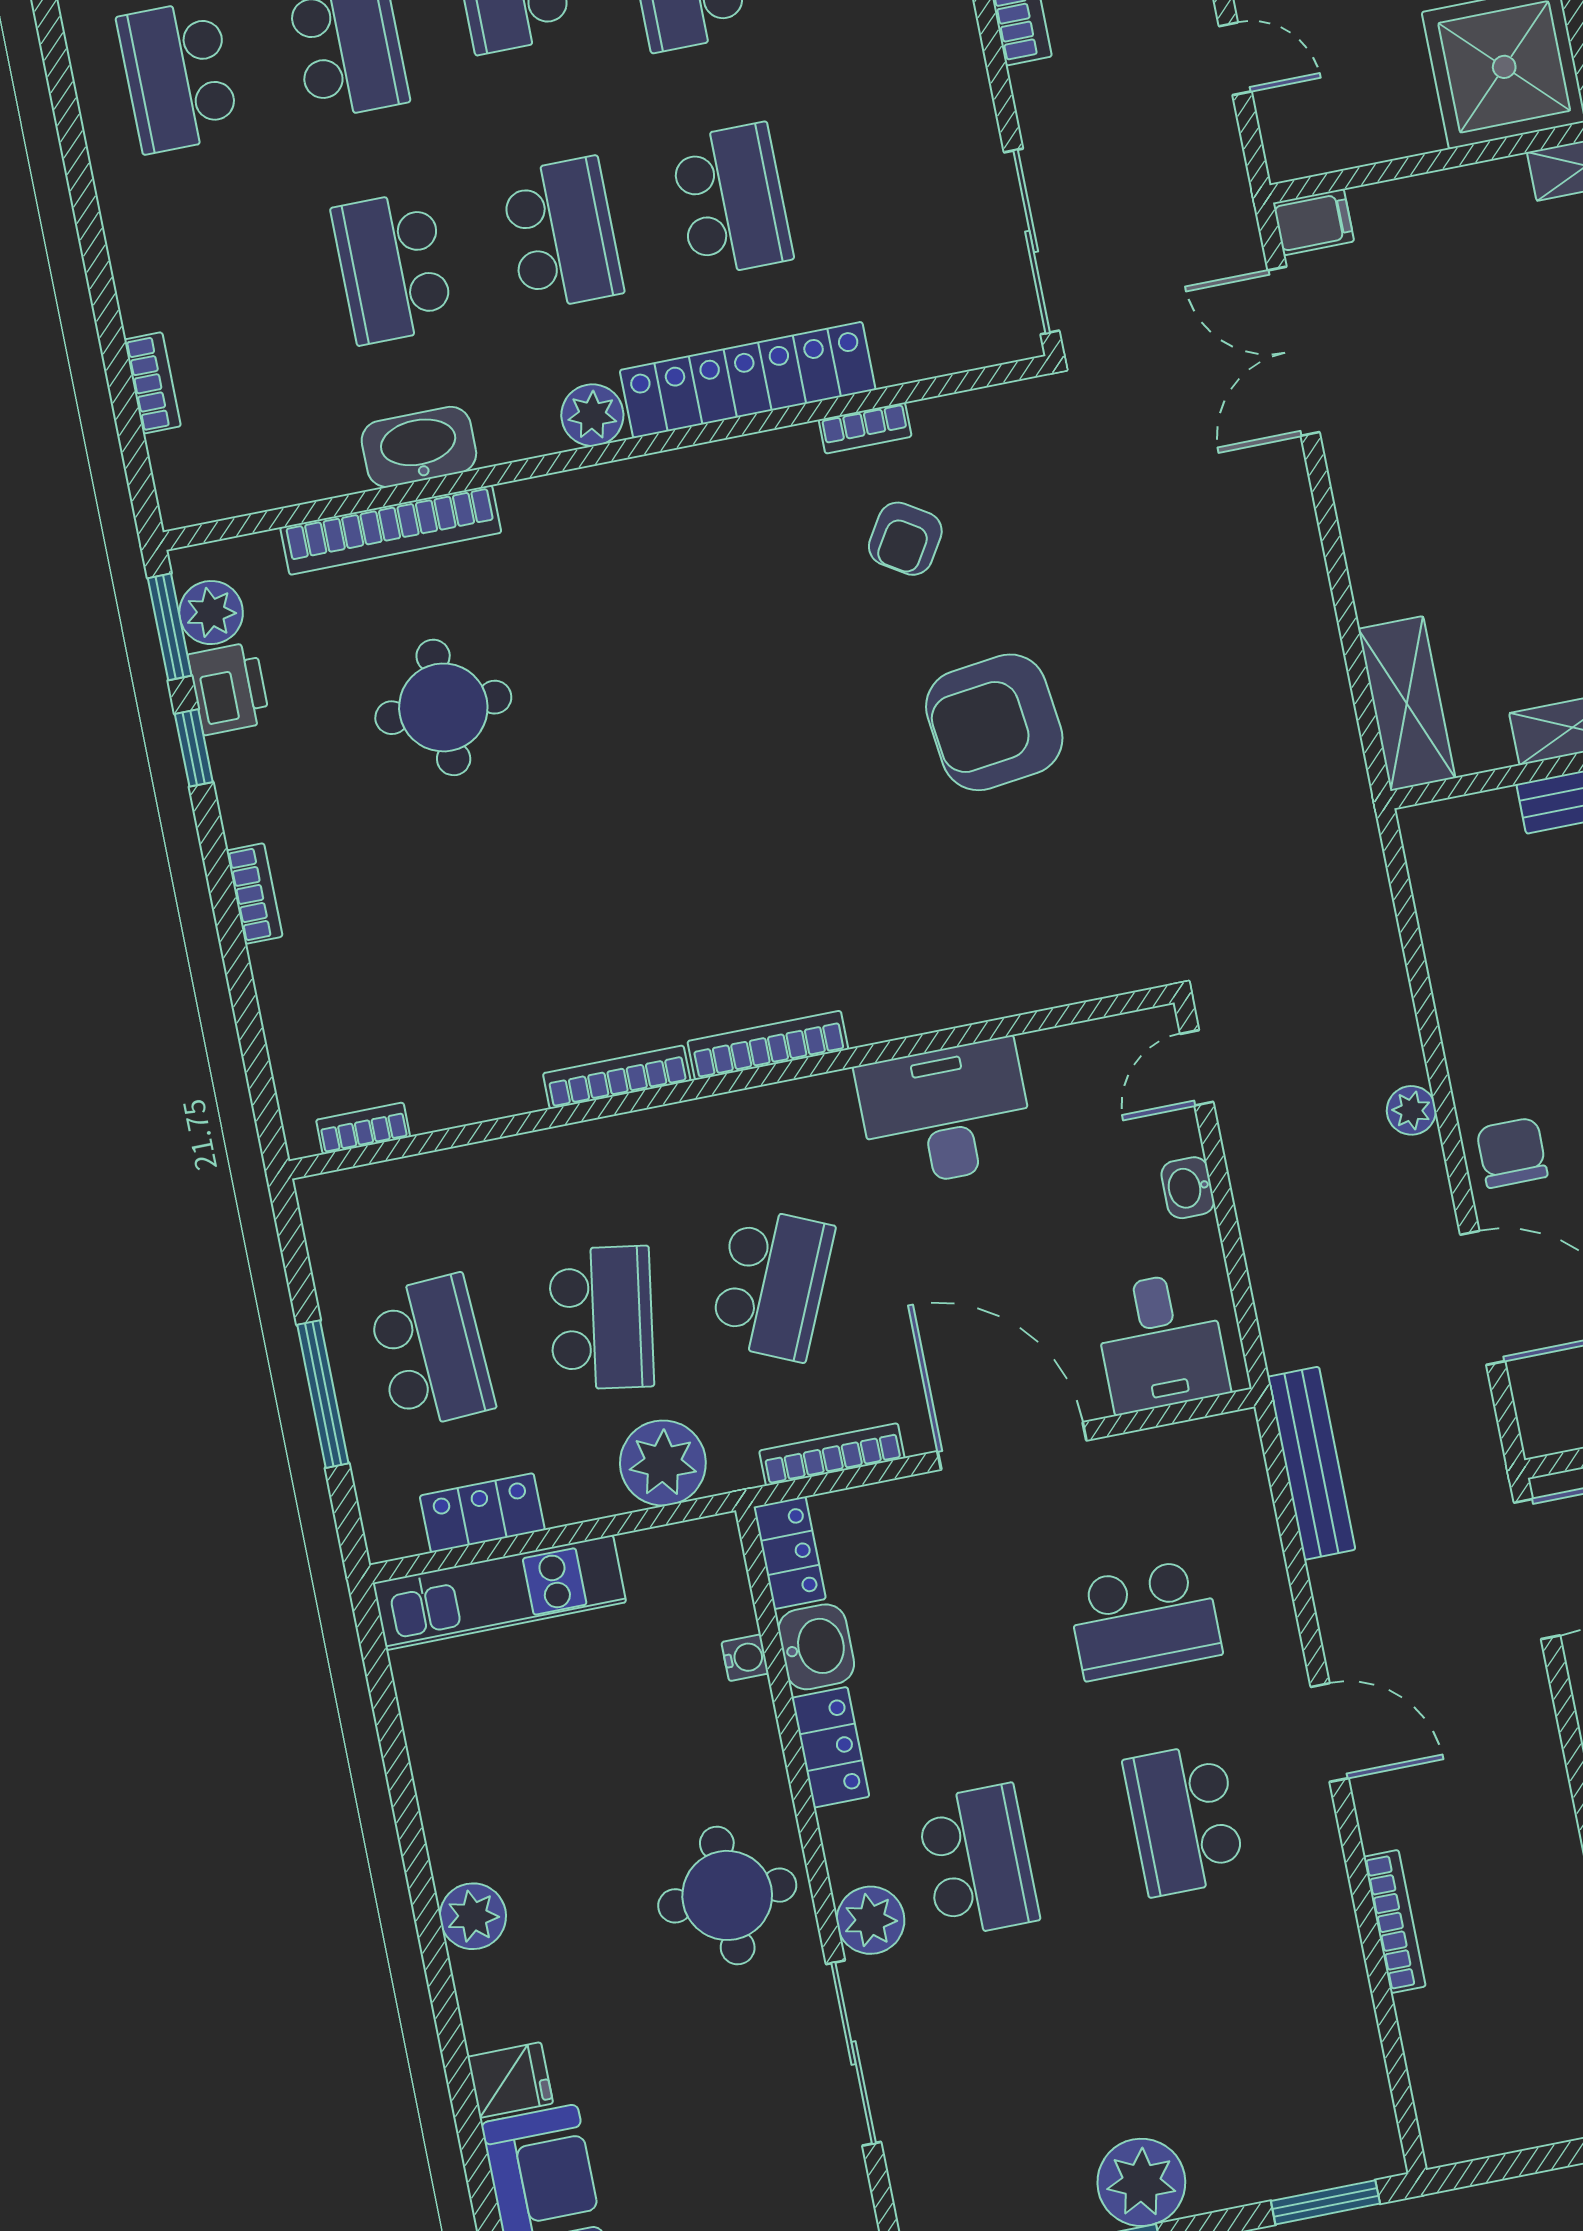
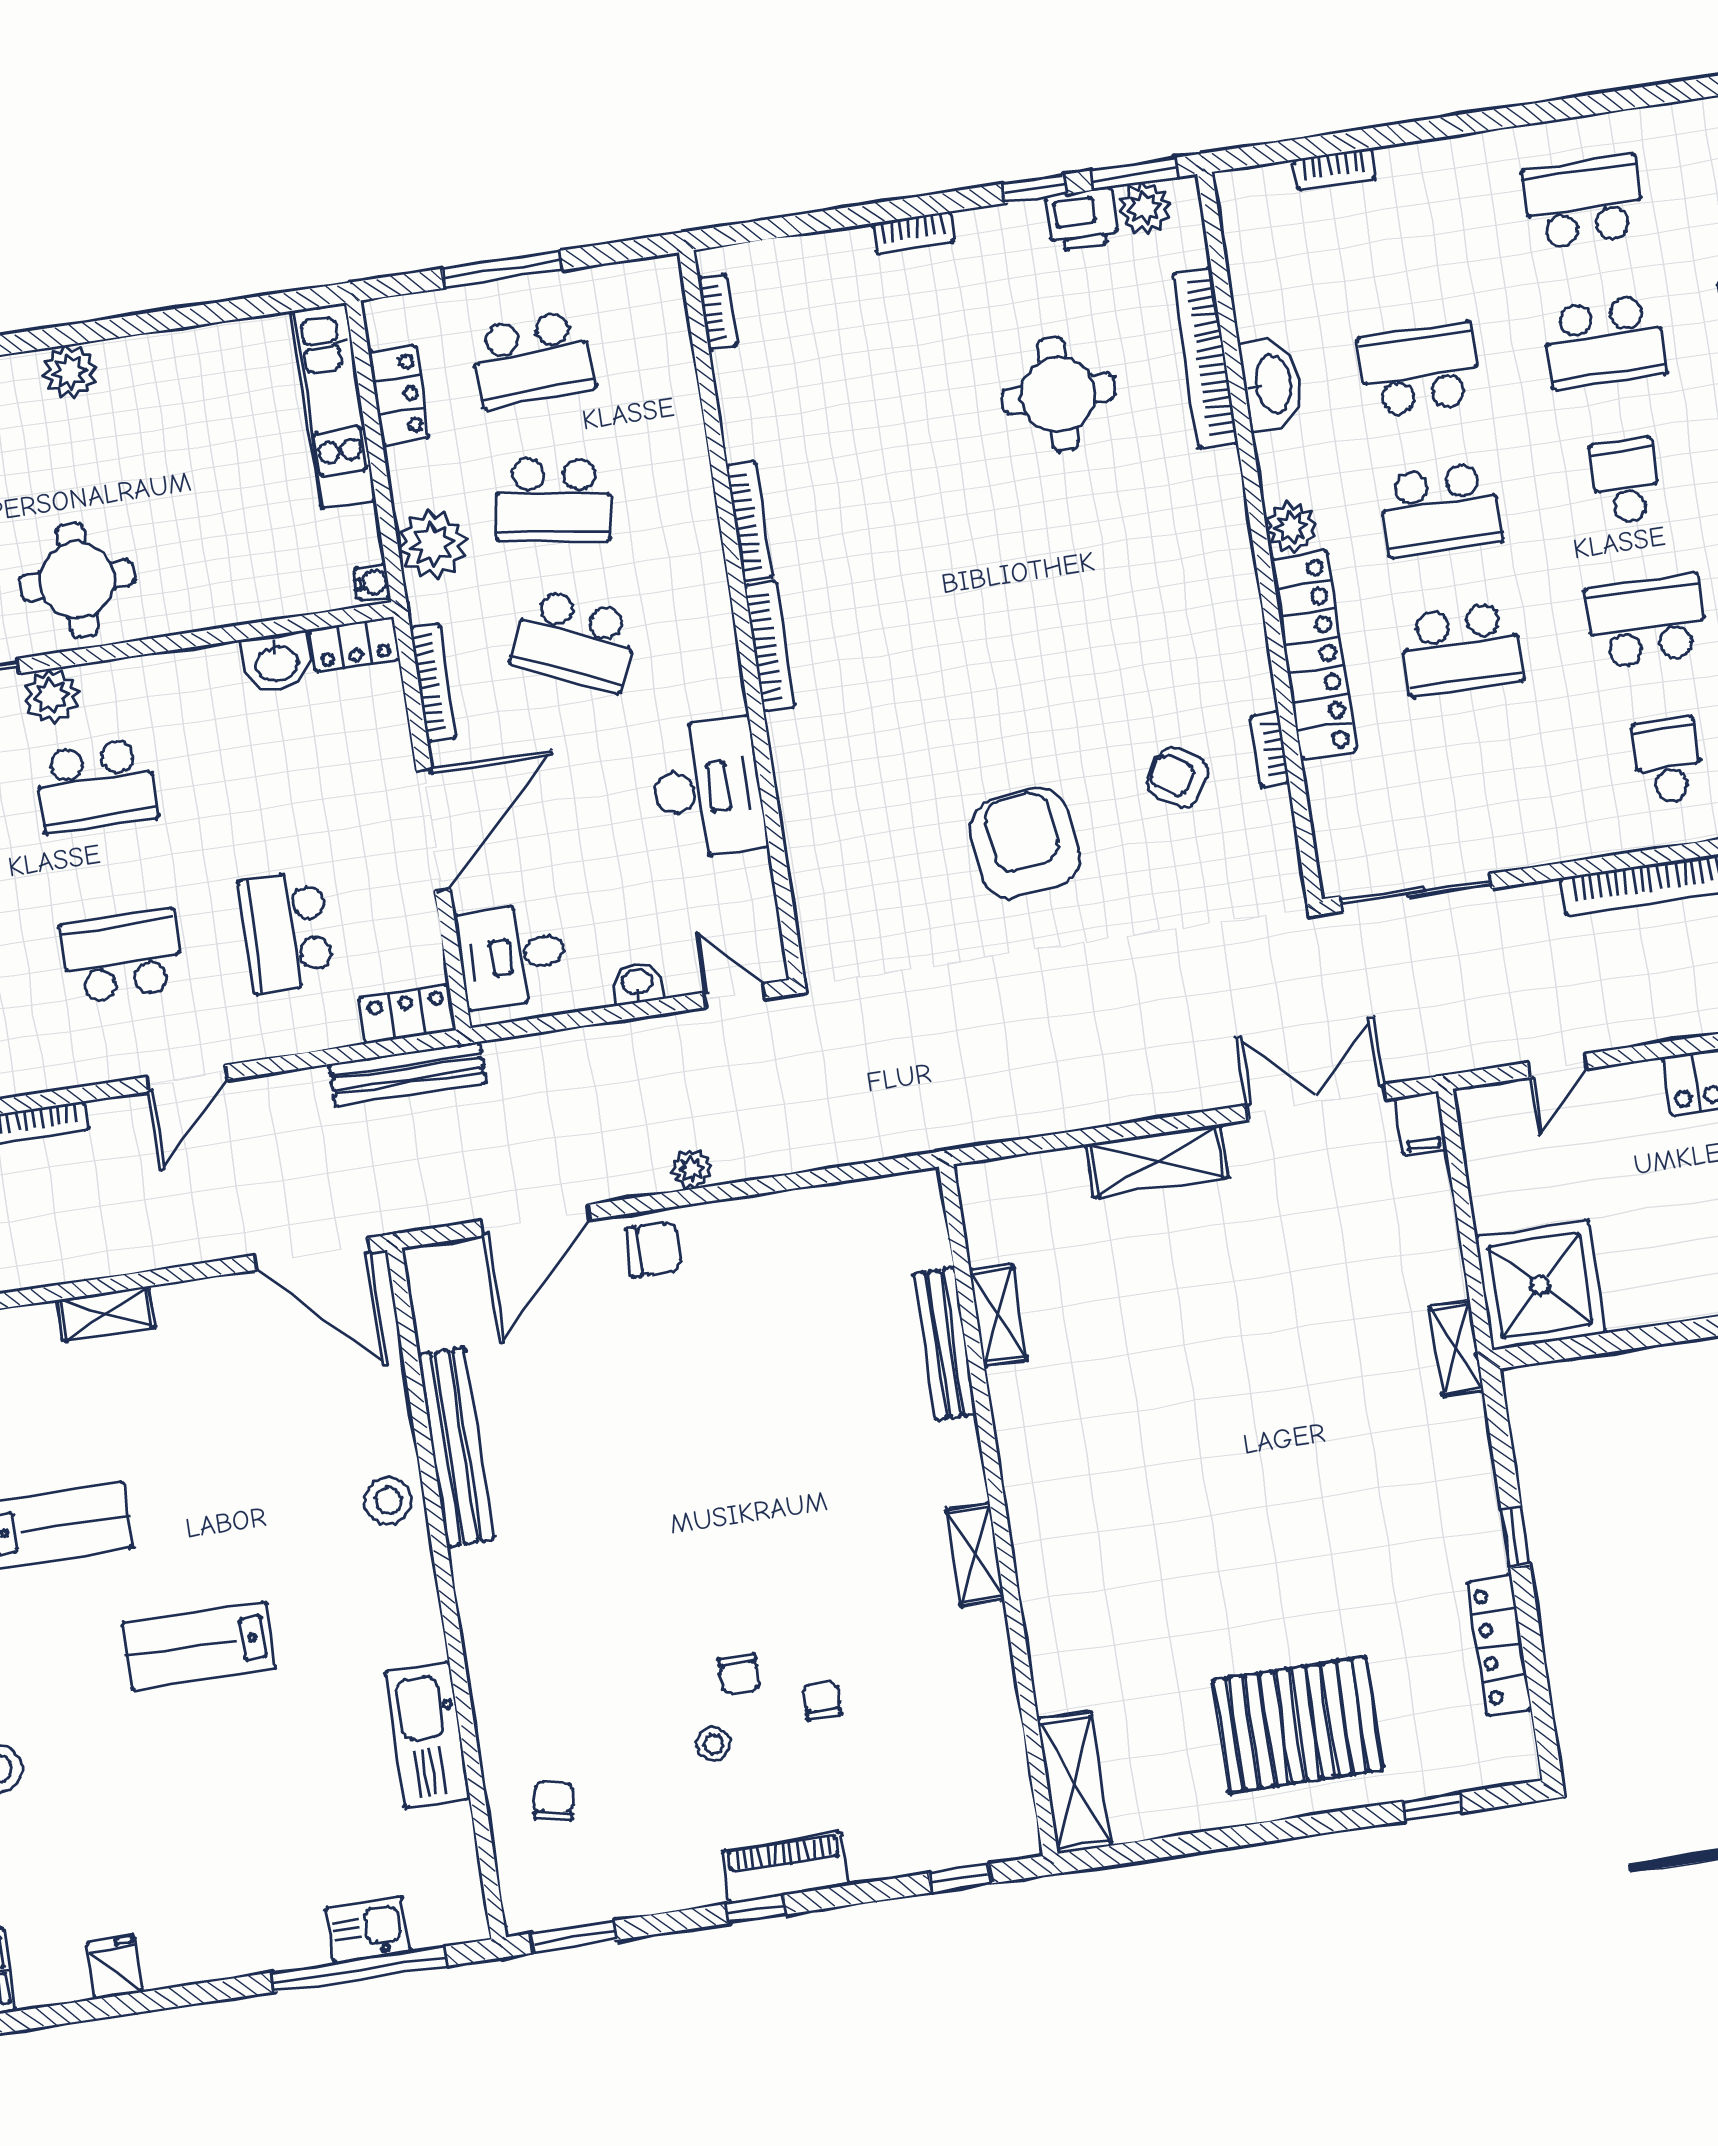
shelving: (1407, 703) -> (1157, 1161), moved
water cooler: (745, 1658) -> (372, 582), moved, turned -90
locker: (830, 1747) -> (407, 1014), moved, turned 180

